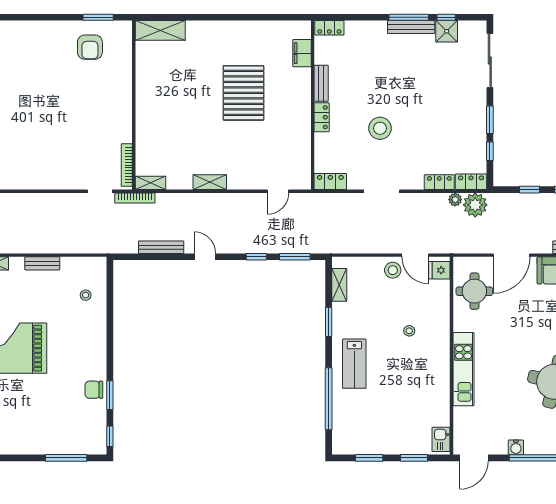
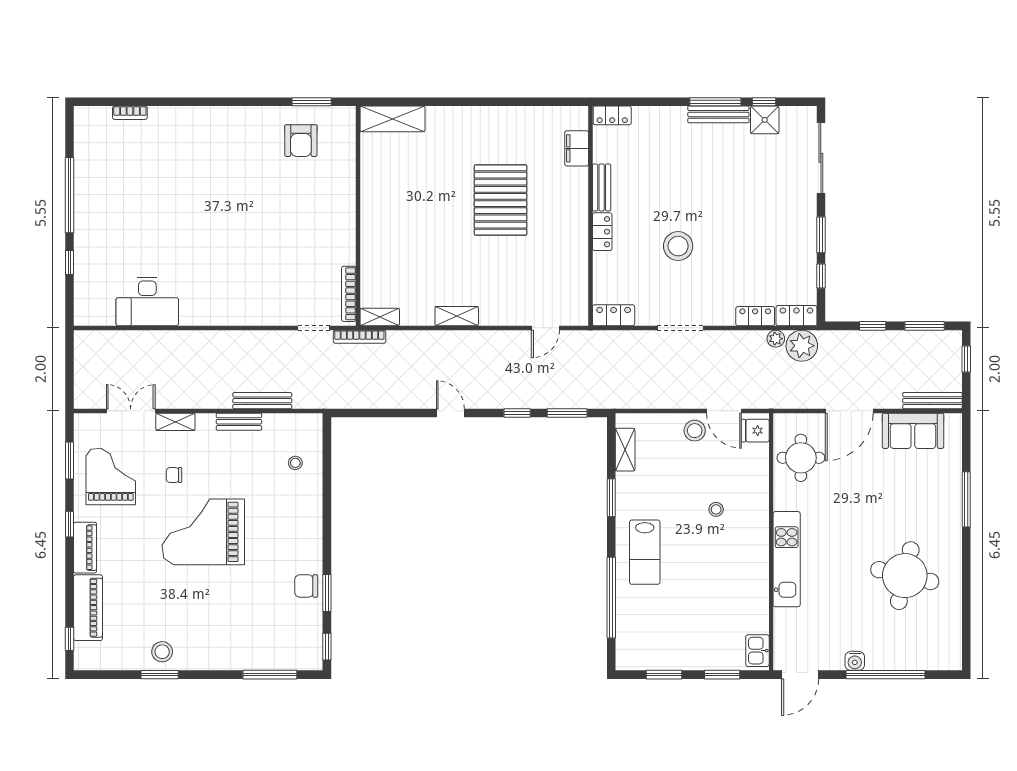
bench: (161, 247) -> (262, 401), moved

